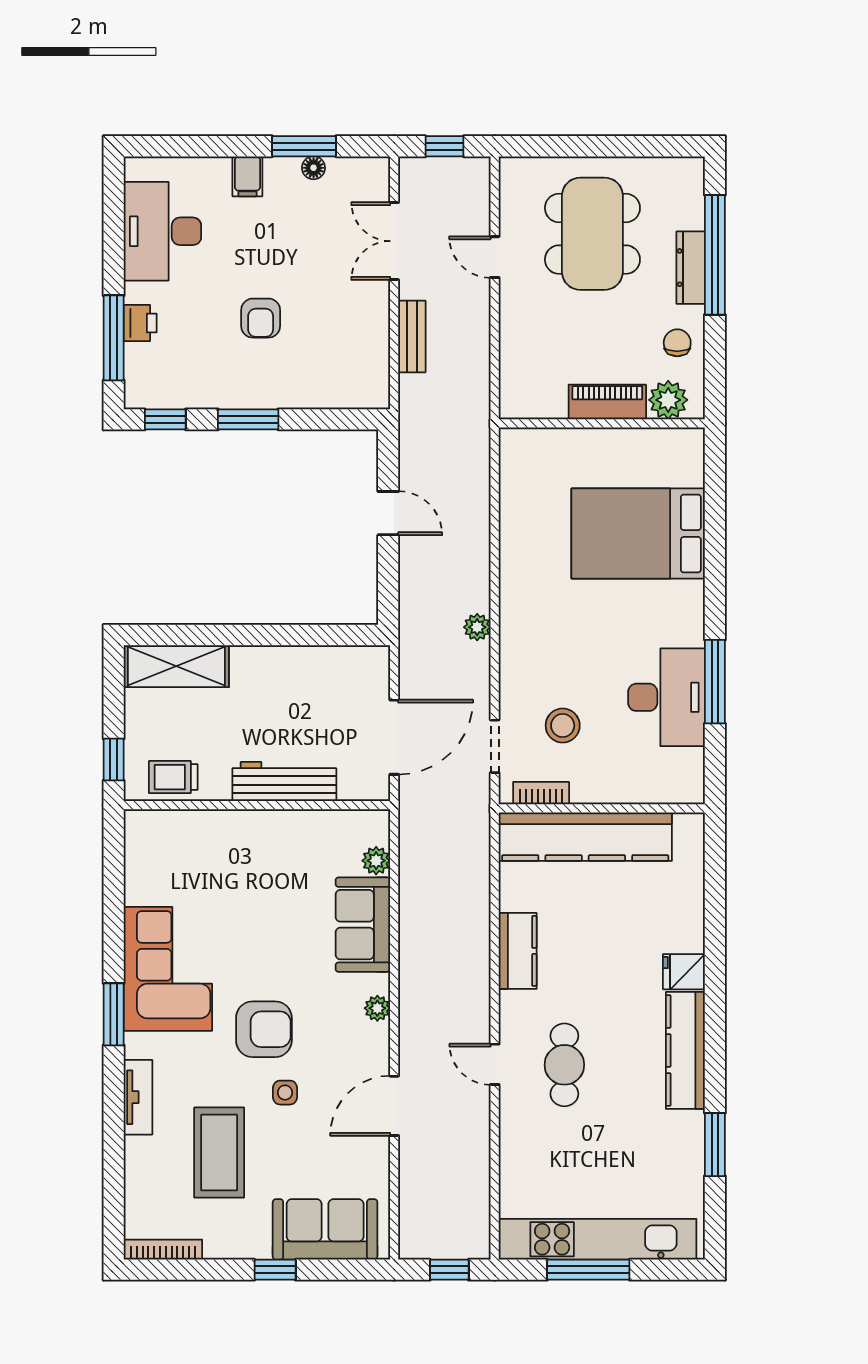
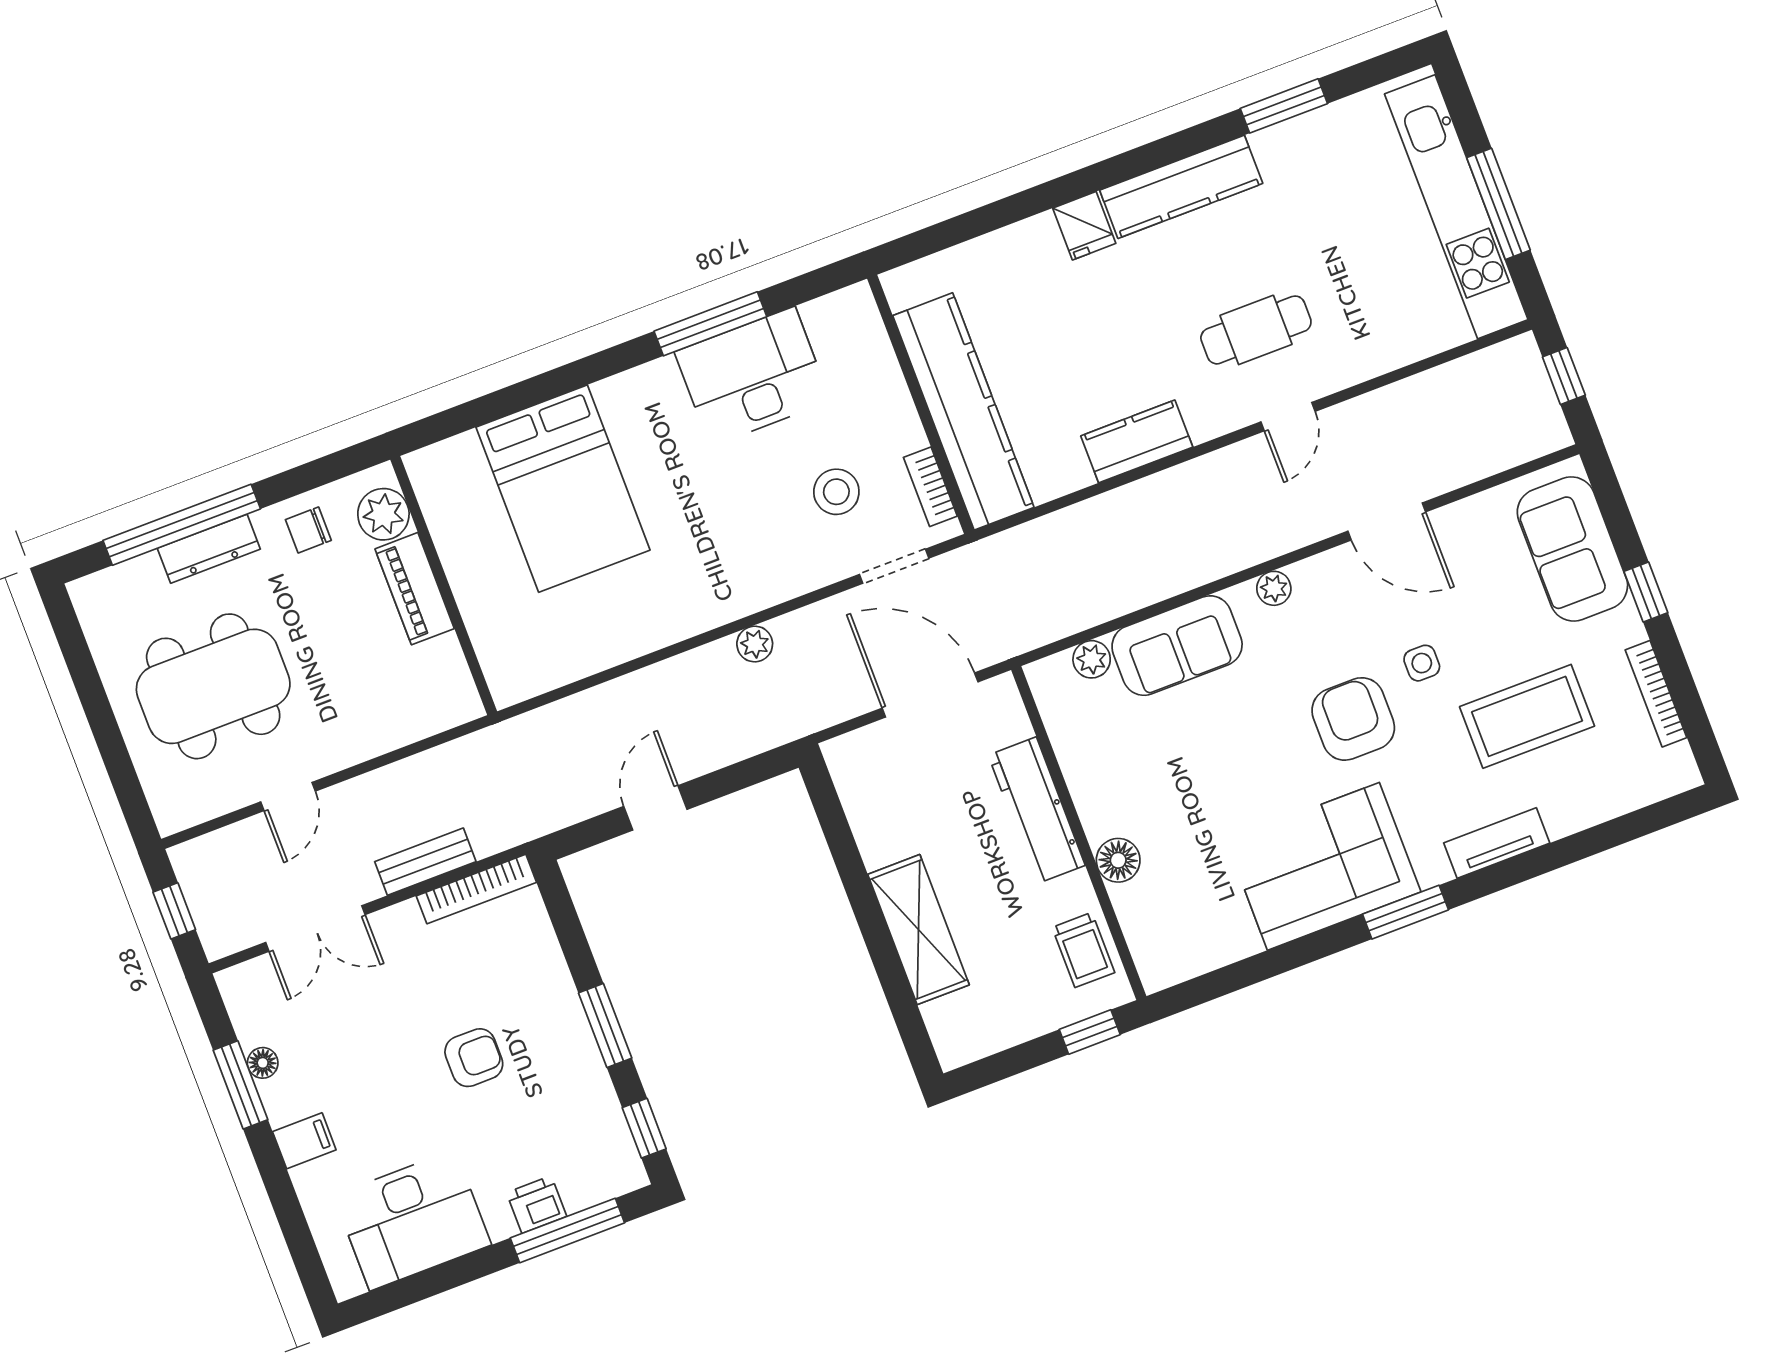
bookcase: (379, 365) -> (476, 889), added
shelving: (176, 666) -> (918, 930), moved
floor lamp: (227, 826) -> (1118, 860), added
bookcase: (163, 1250) -> (1656, 694), moved

